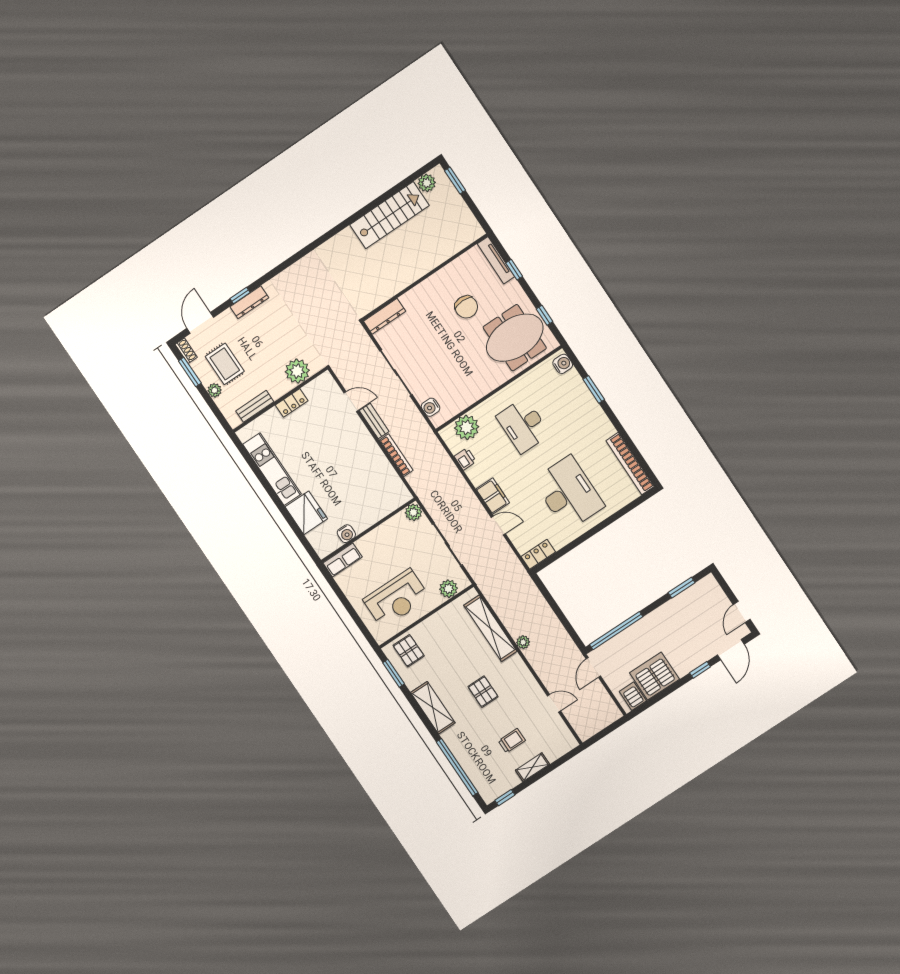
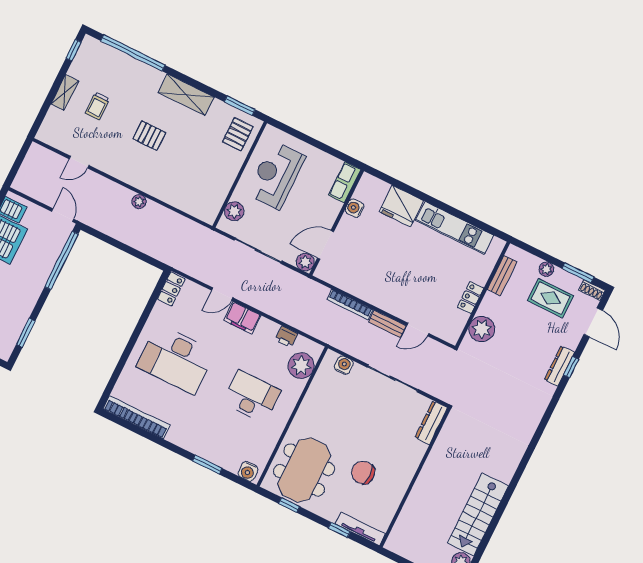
door: (388, 517) -> (325, 245), added
shelving: (490, 628) -> (176, 197), removed
pallet: (409, 651) -> (238, 134), turned 90

